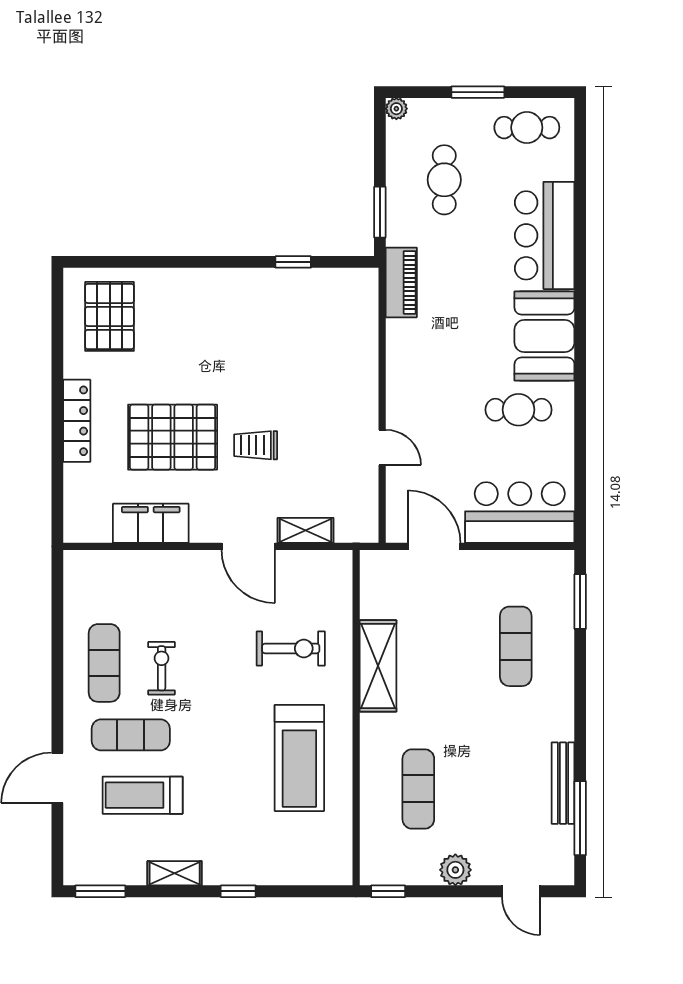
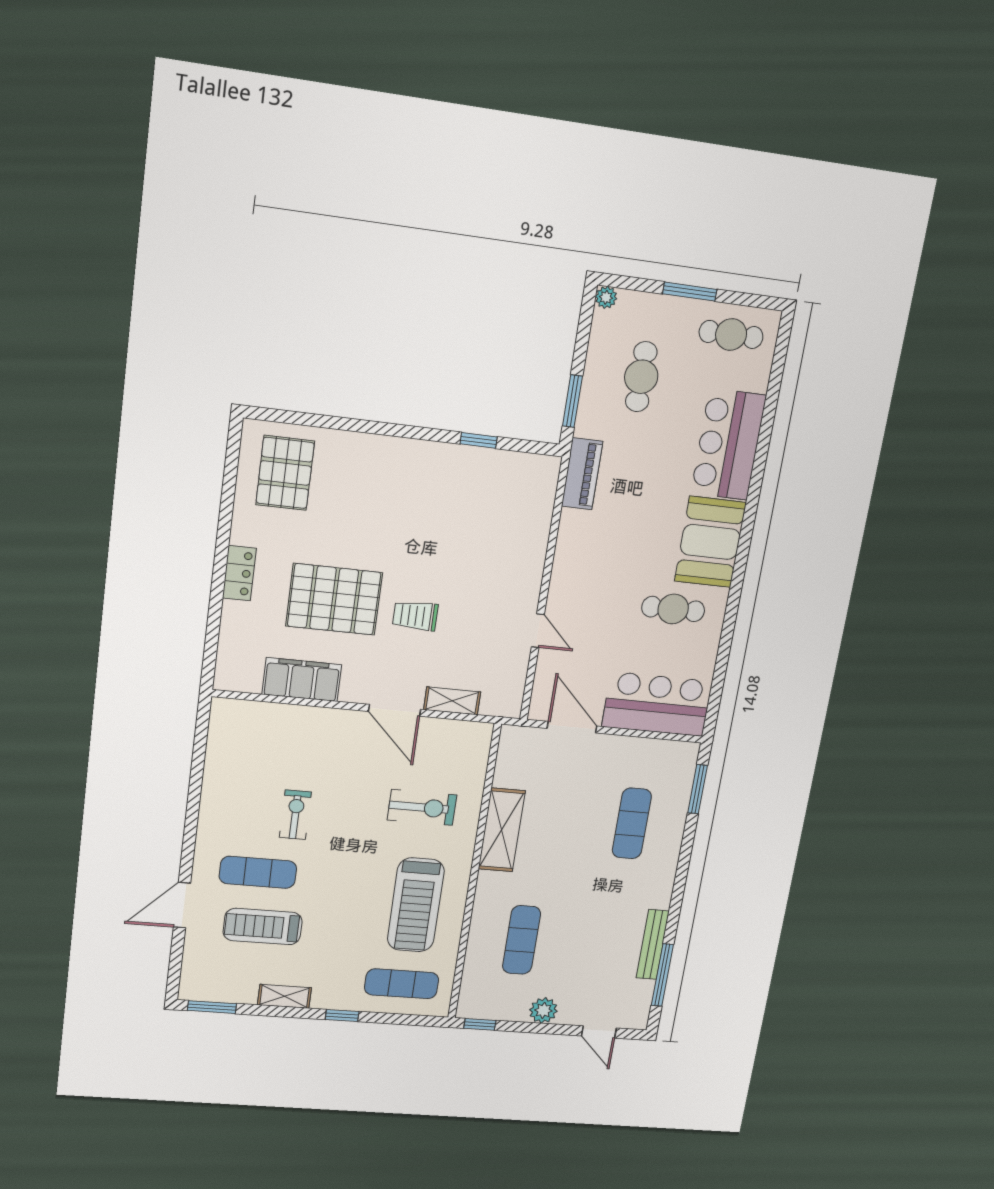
locker: (77, 421) -> (239, 573), width x0.66
exercise mat: (104, 663) -> (402, 984), moved, turned 90

